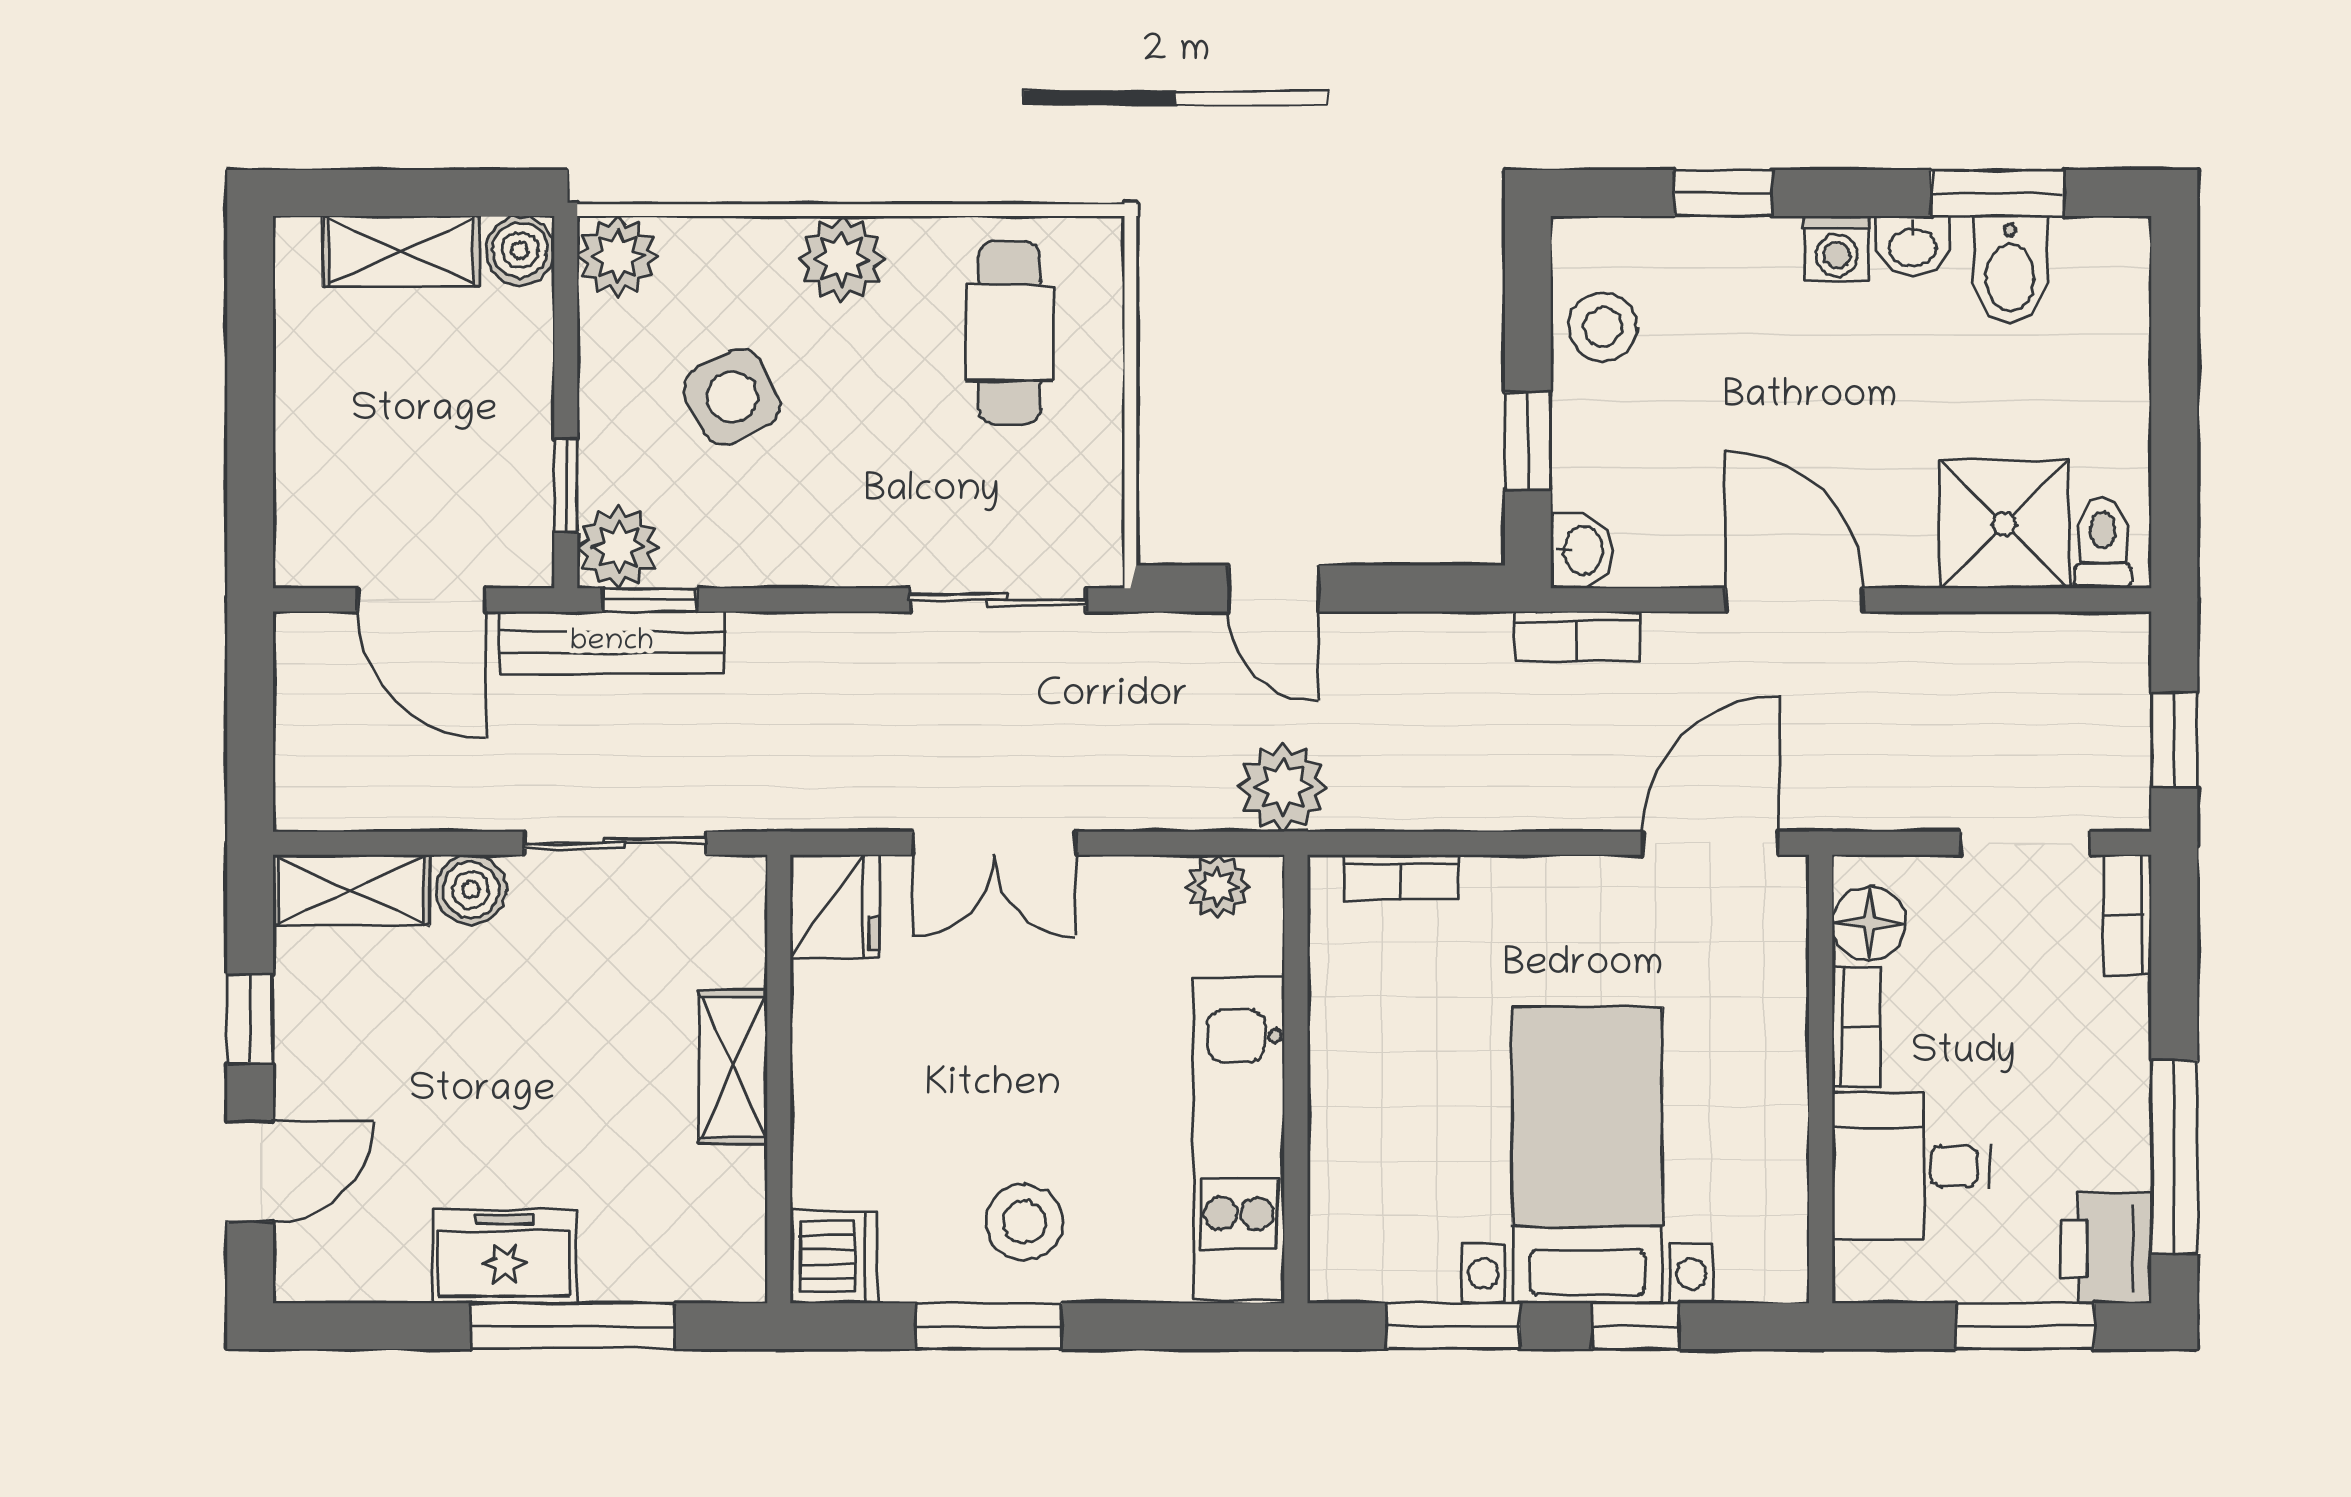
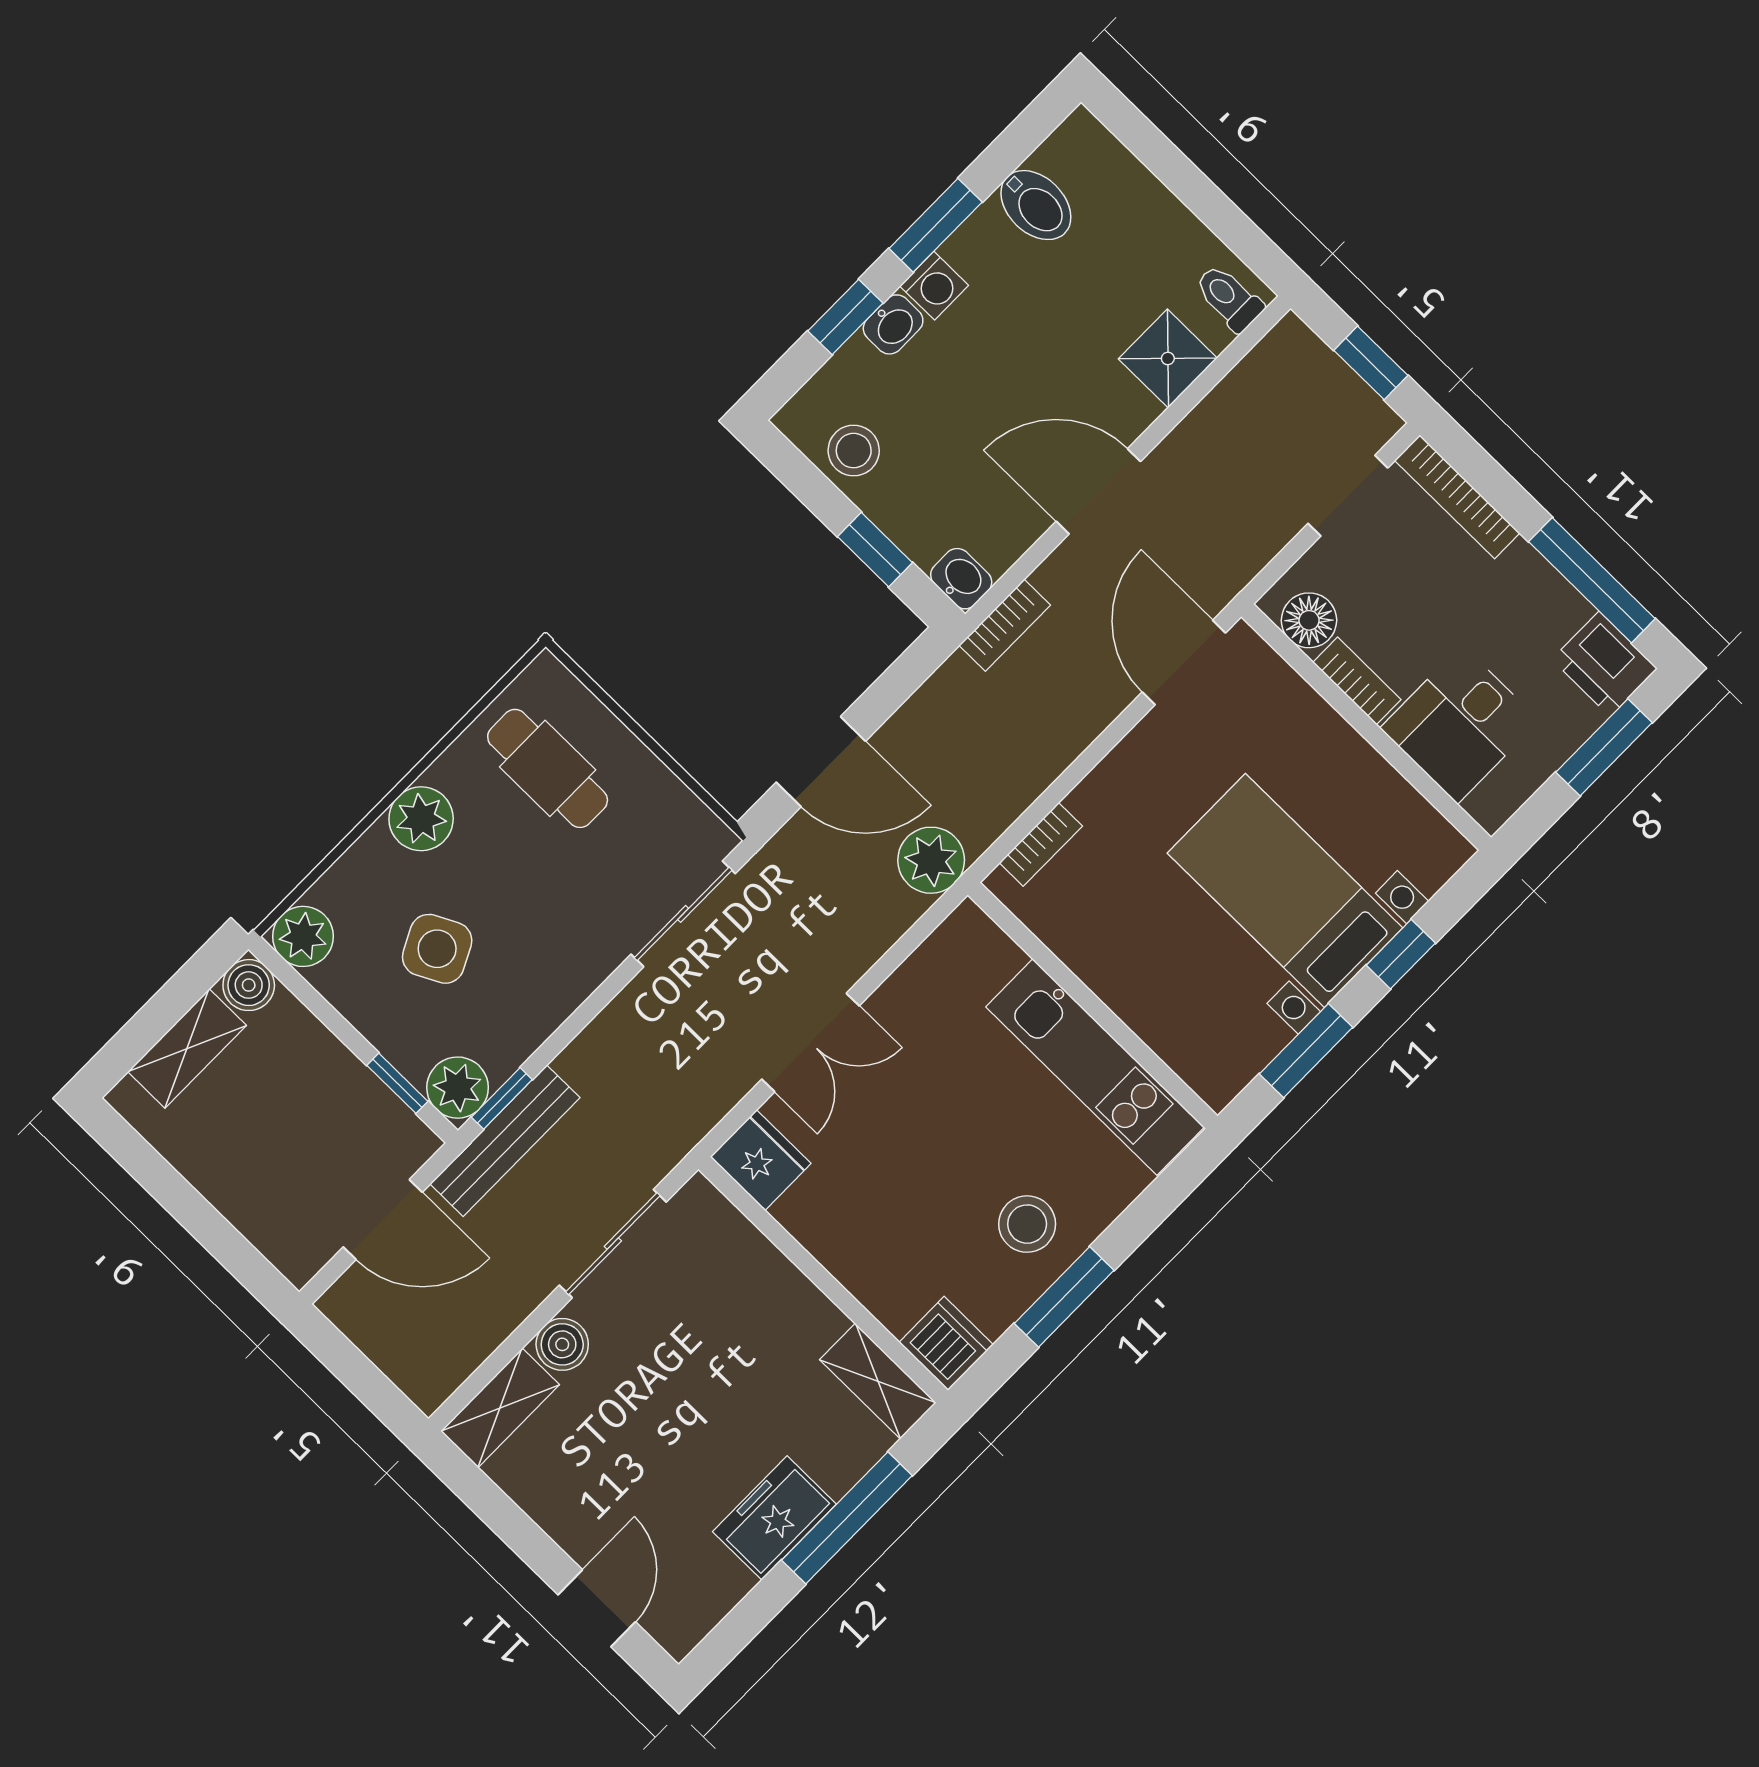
window: (1997, 193) -> (936, 225), moved
washbasin: (1913, 246) -> (893, 324), moved
shower: (2004, 524) -> (1168, 358), width x0.73, depth x0.73
door: (1273, 588) -> (821, 762), width x1.38
plant: (1218, 887) -> (950, 947), removed
bookcase: (2127, 915) -> (1457, 497), width x1.56
window: (250, 1019) -> (516, 1529), removed
shelving: (733, 1067) -> (878, 1381), moved

